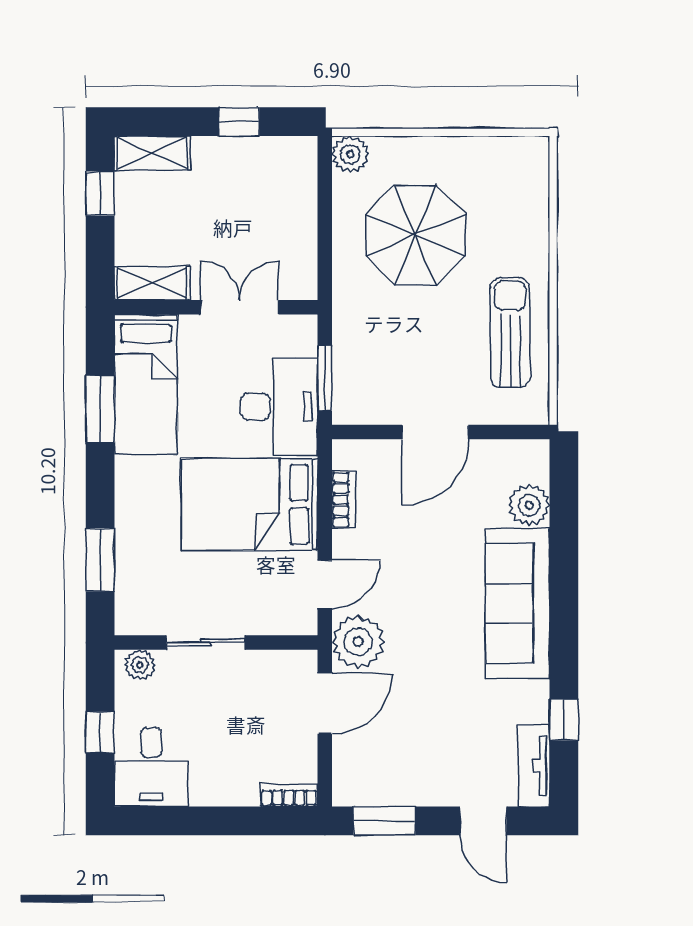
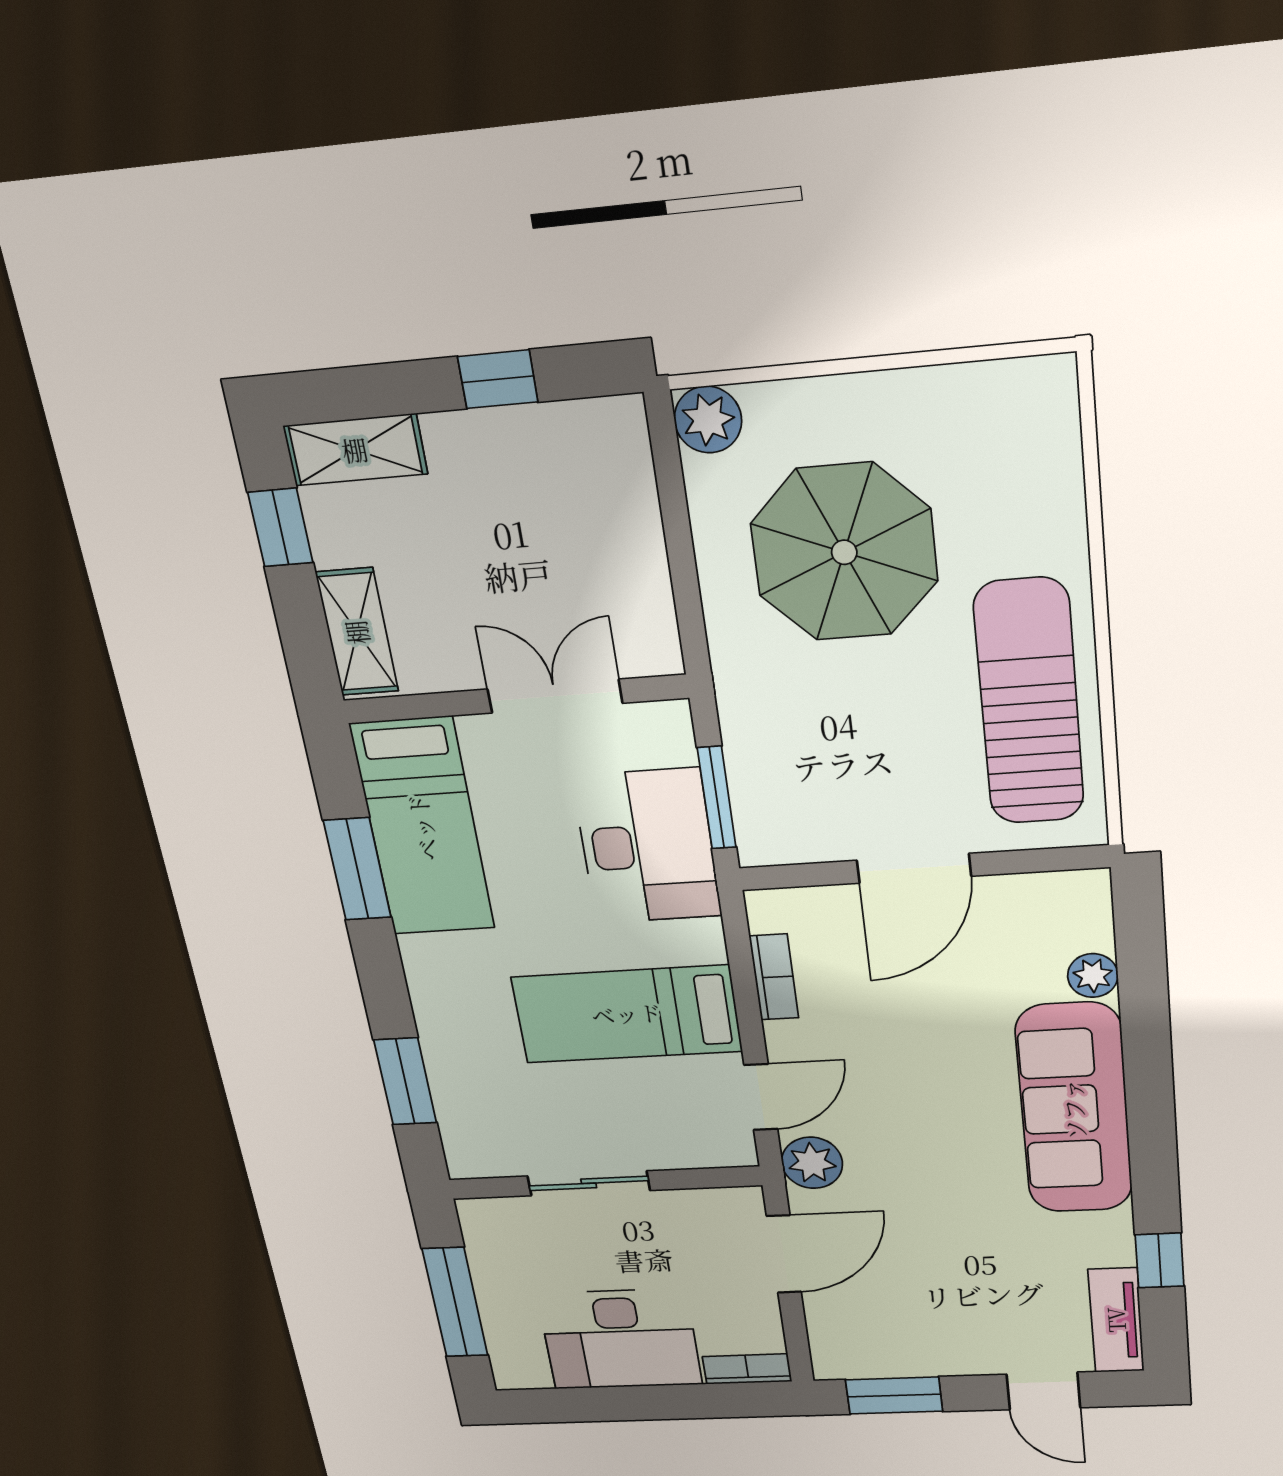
shelving: (152, 283) -> (357, 632), moved, turned 90
sun lounger: (510, 333) -> (1029, 703), width x1.36, depth x1.34
bed: (249, 504) -> (627, 1014), width x0.67
plant: (529, 505) -> (1093, 976), width x0.73, depth x0.73
plant: (358, 642) -> (812, 1163), width x0.73, depth x0.73
plant: (140, 665) -> (496, 1216), removed
window: (100, 732) -> (455, 1302), width x2.17
desk: (151, 767) -> (620, 1339), moved, width x1.37

